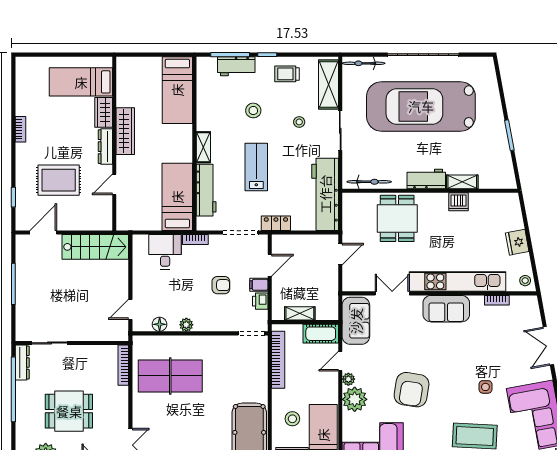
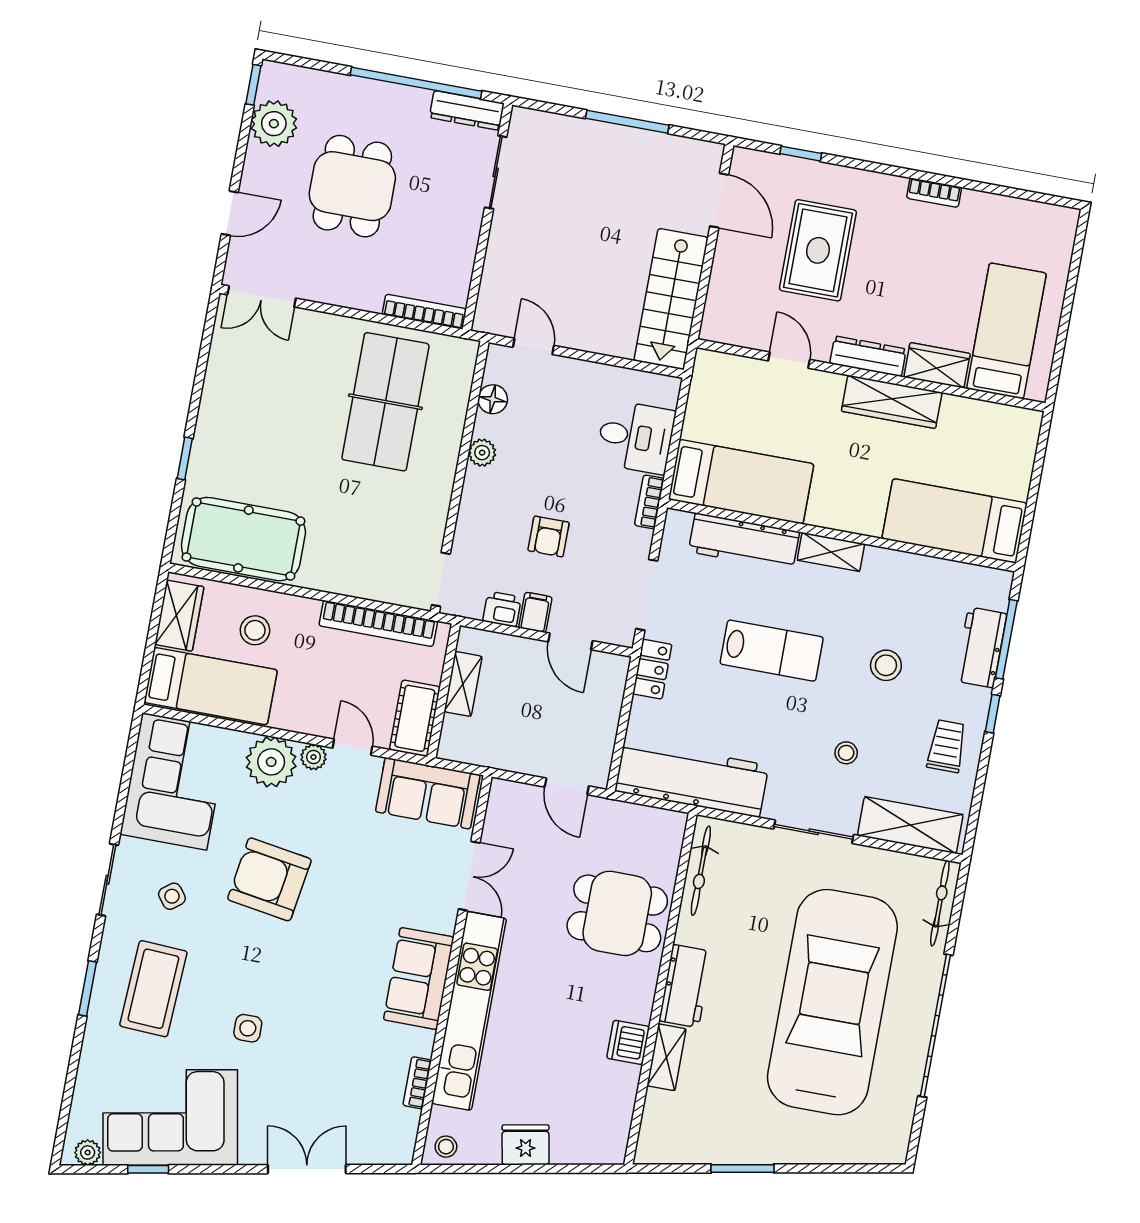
side table: (428, 435) -> (172, 896), added

